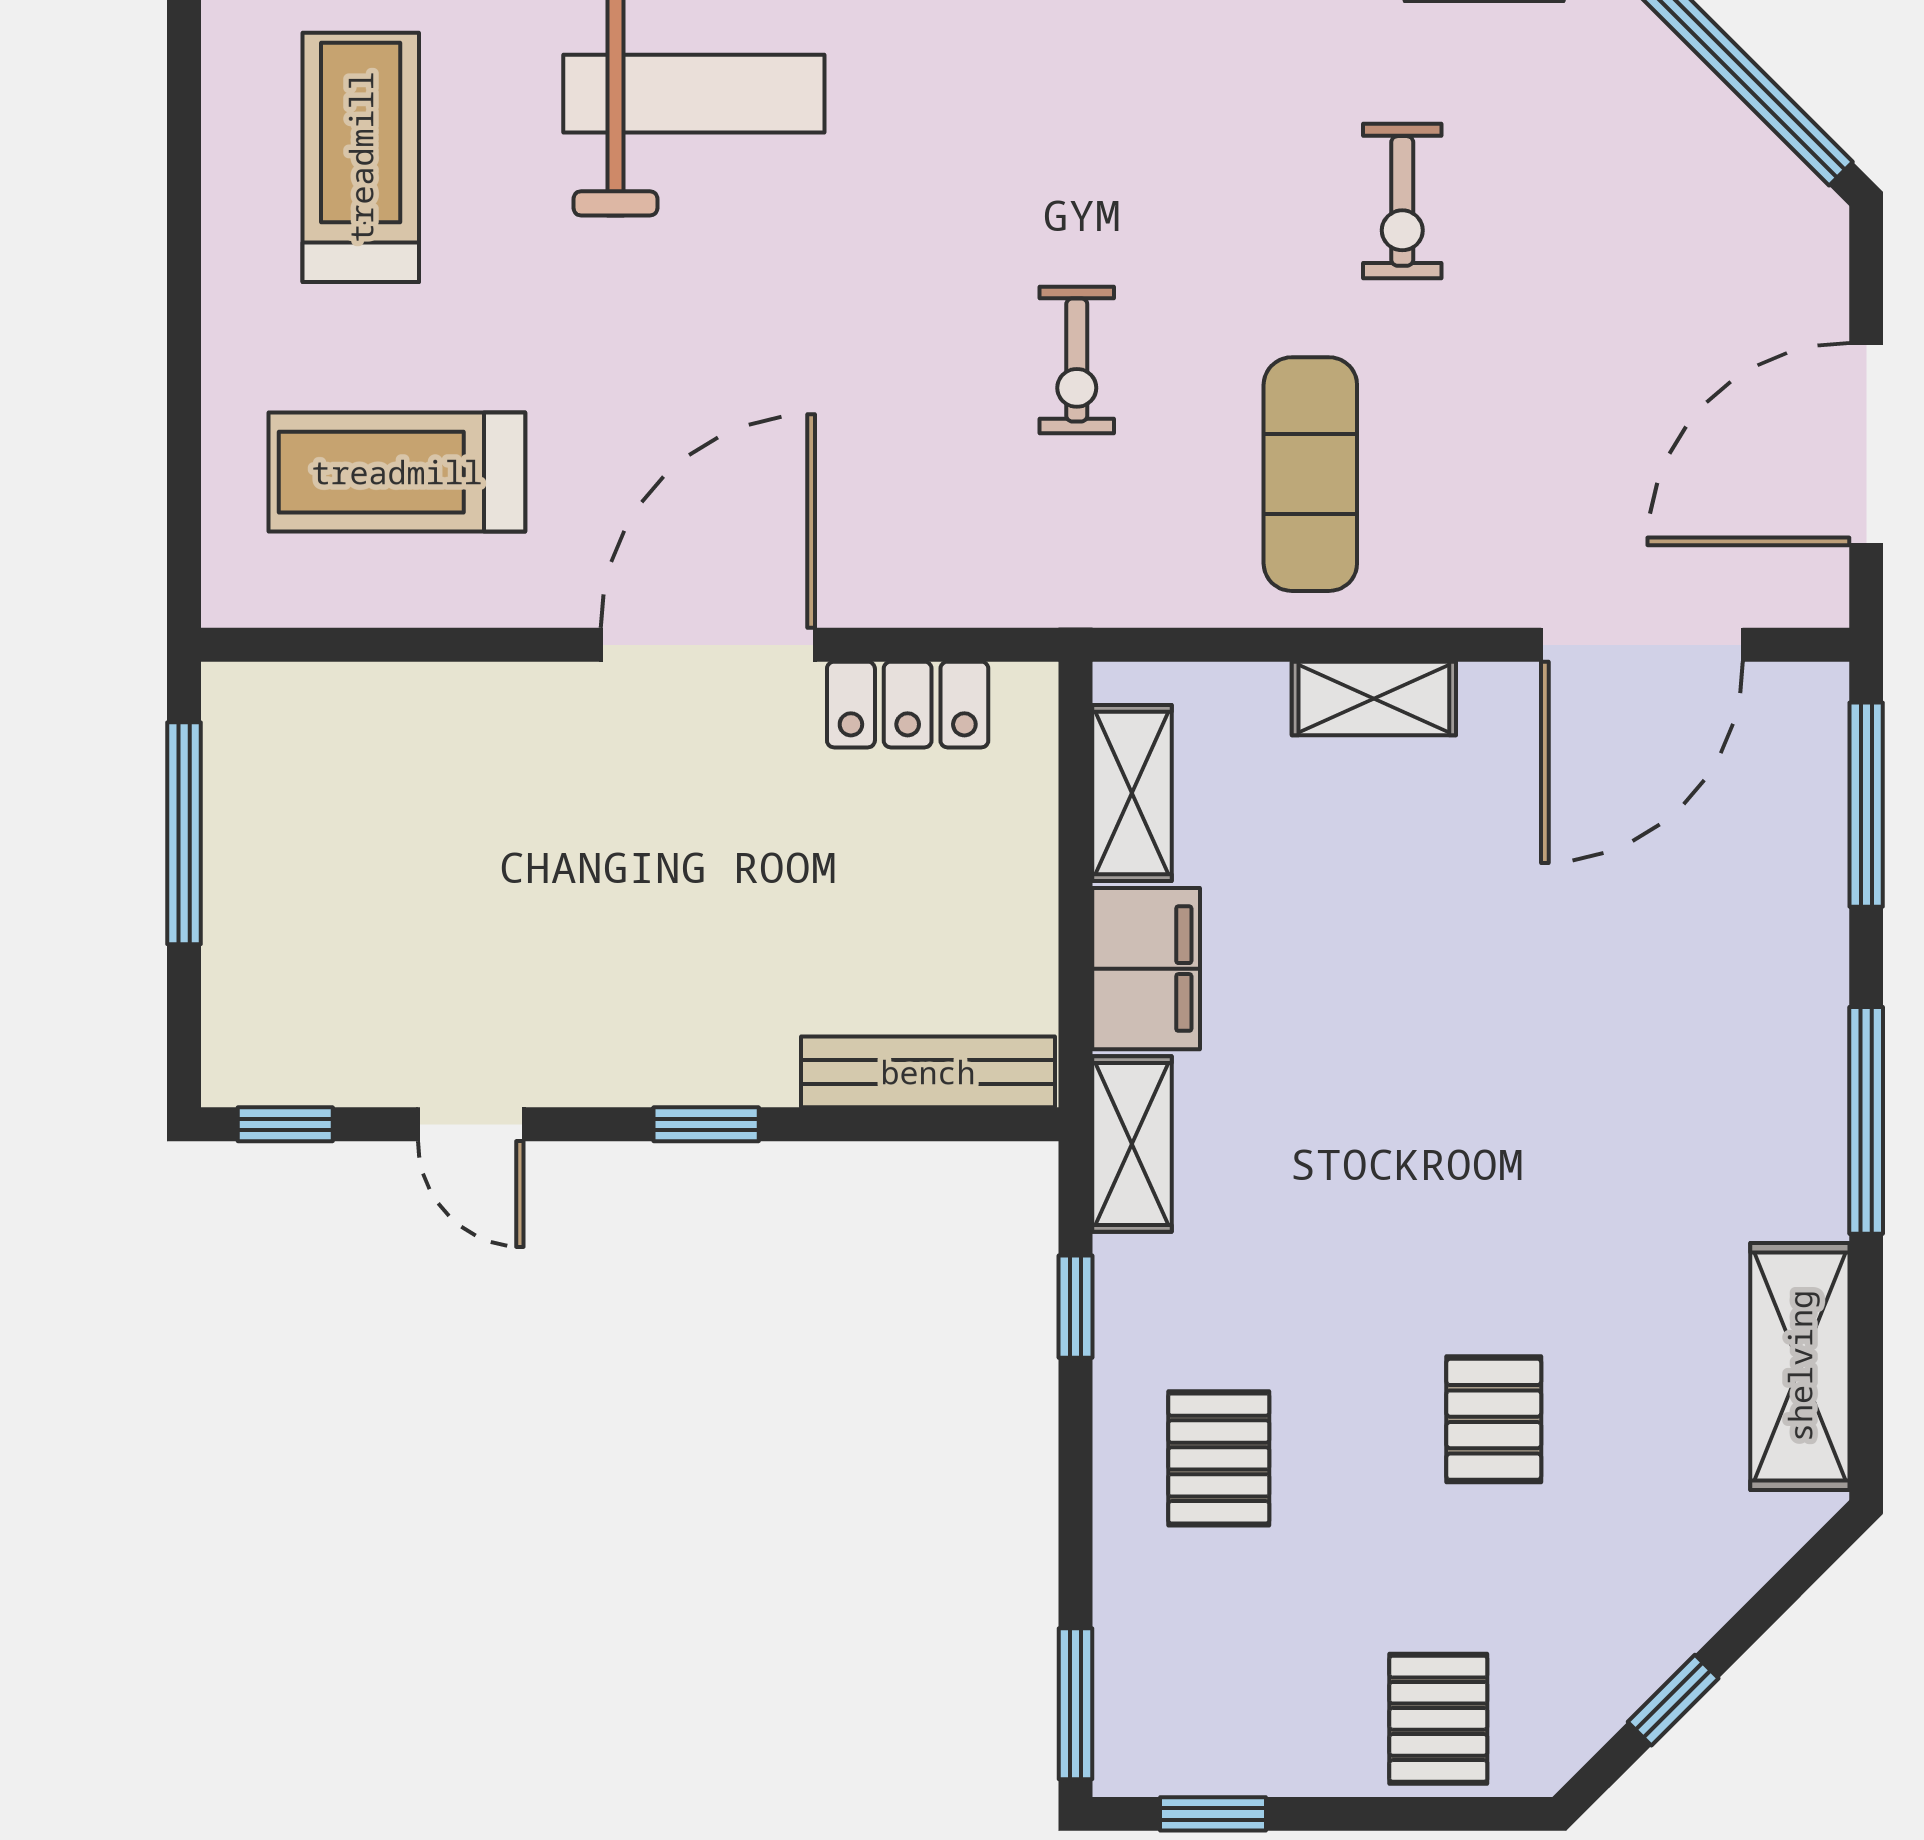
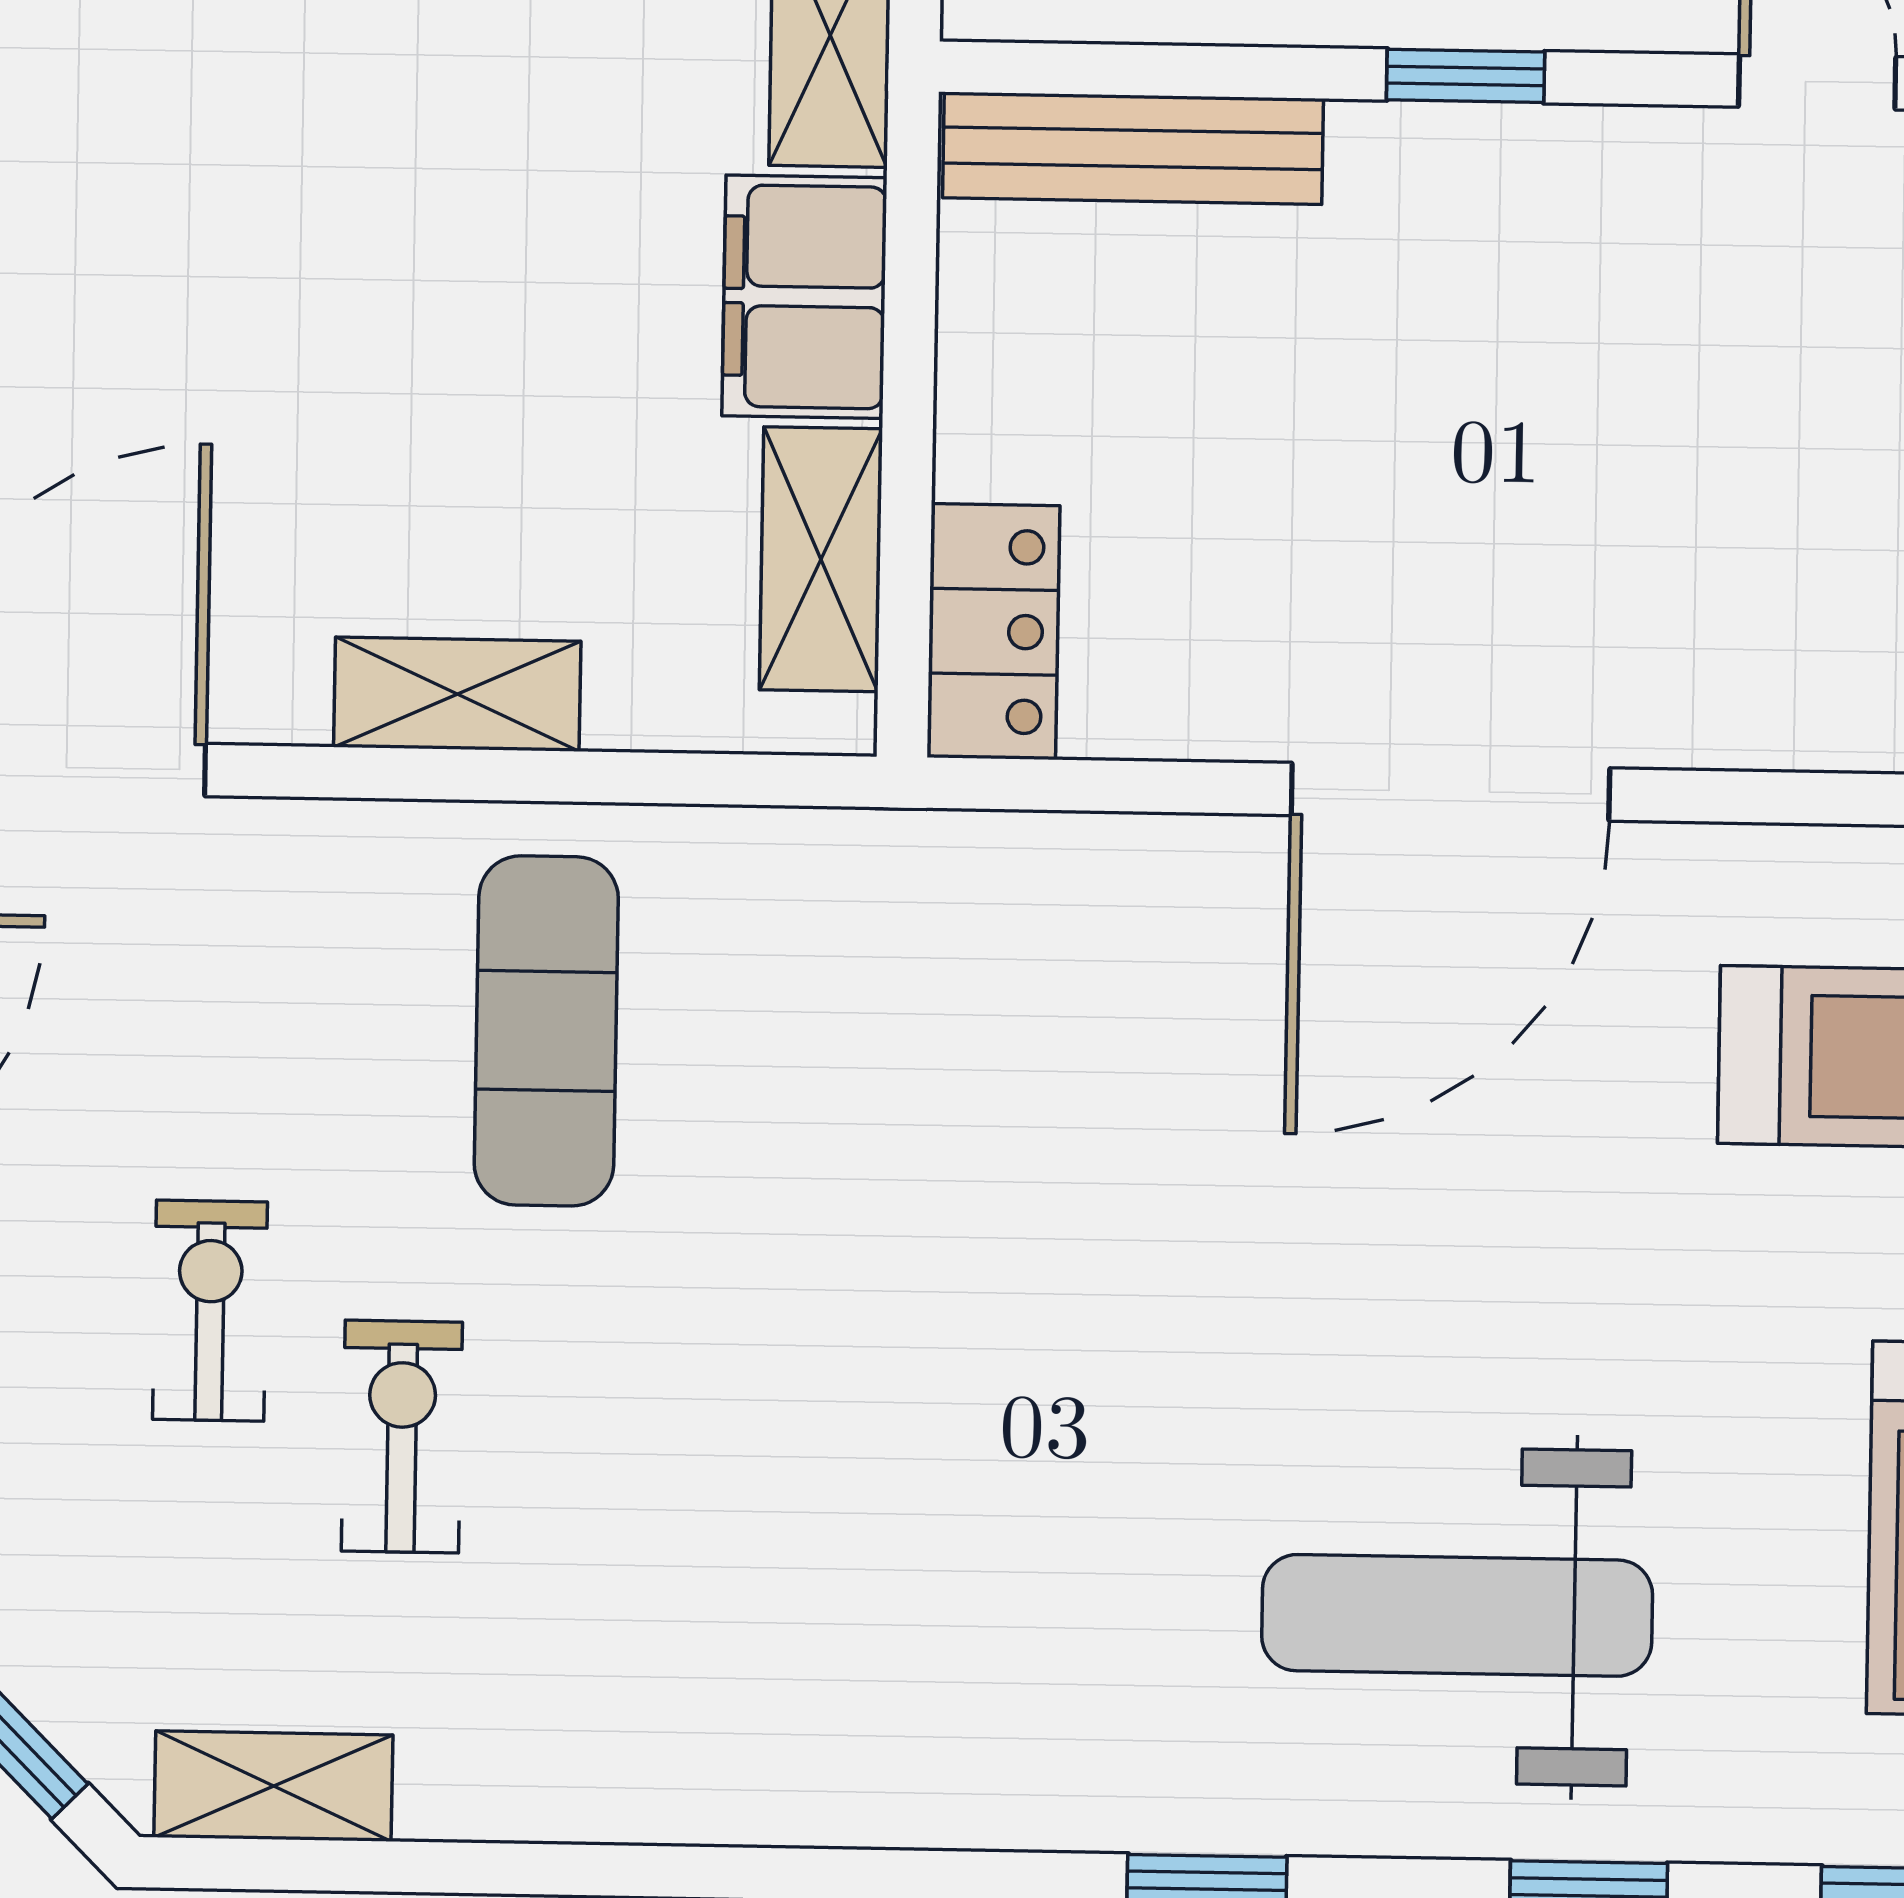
exercise bike: (1077, 360) -> (210, 1311), moved
locker: (908, 705) -> (993, 632), moved, turned 90

